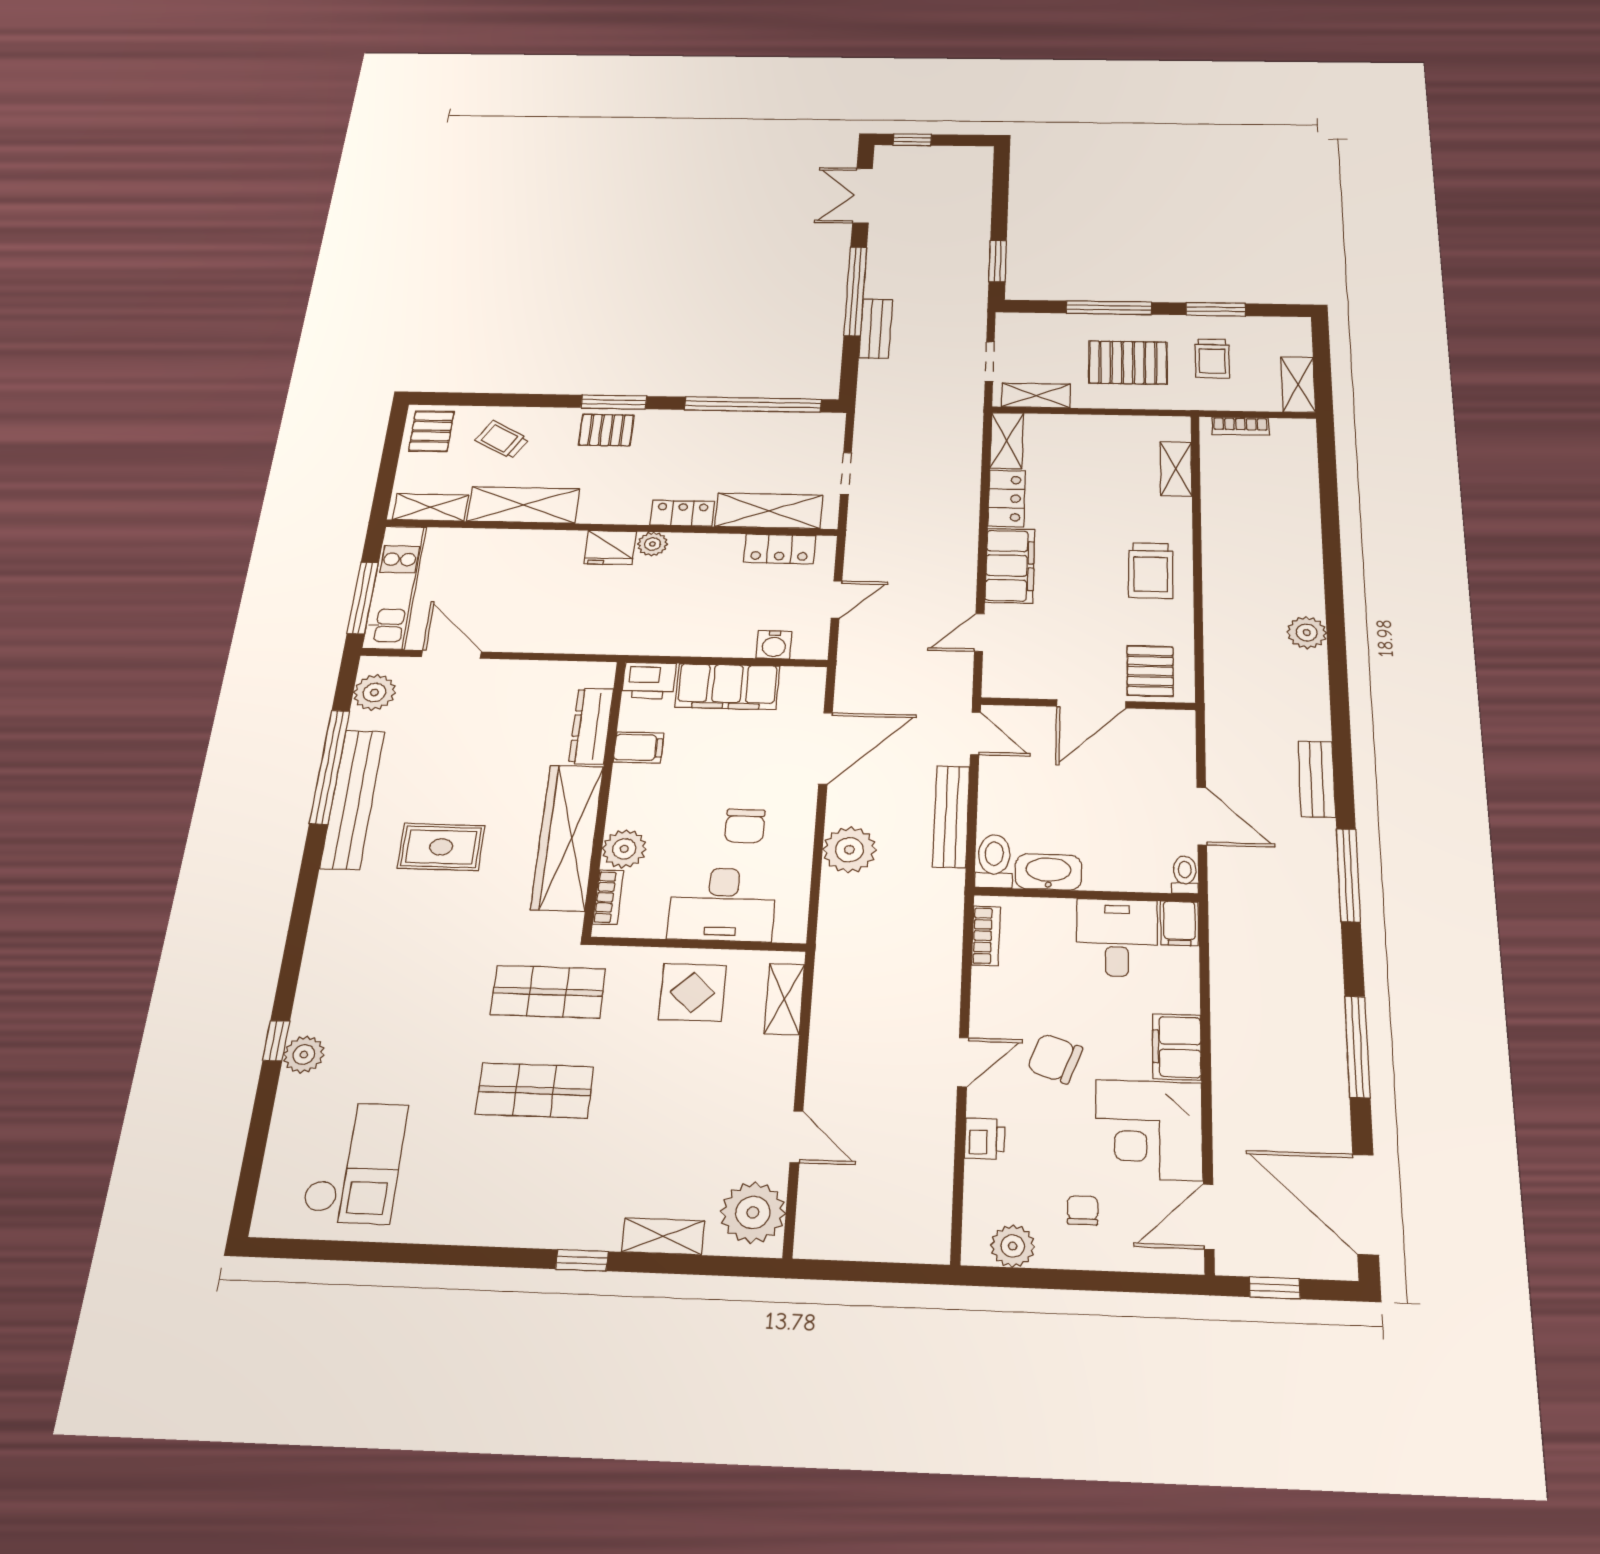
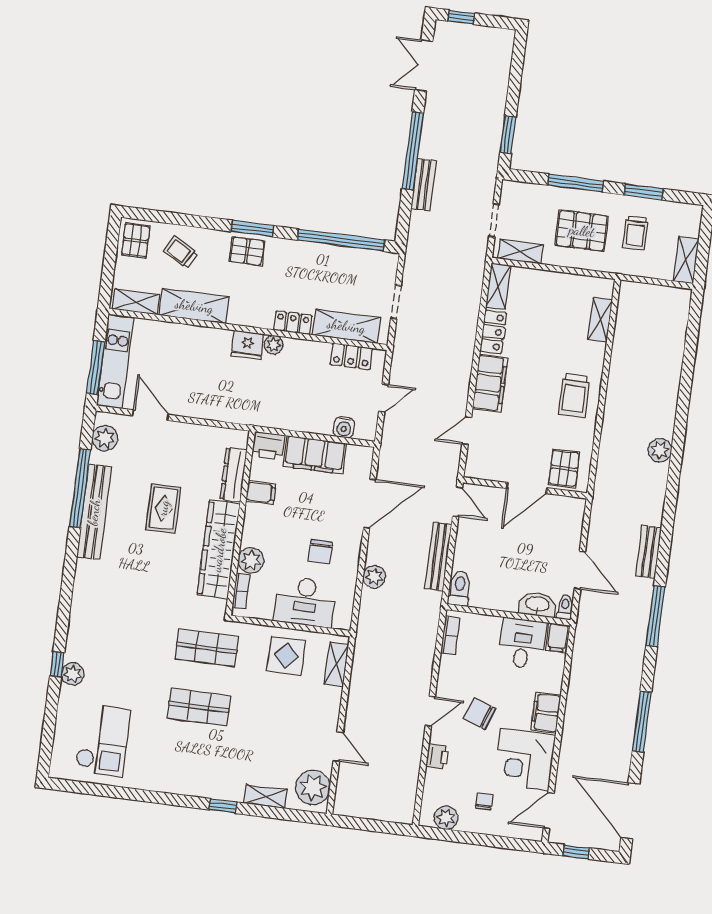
bookcase: (1240, 426) -> (645, 290), removed
rug: (441, 847) -> (163, 508), moved, turned 90
plant: (849, 850) -> (374, 577), width x0.73, depth x0.73
washbasin: (1048, 872) -> (537, 605), moved

